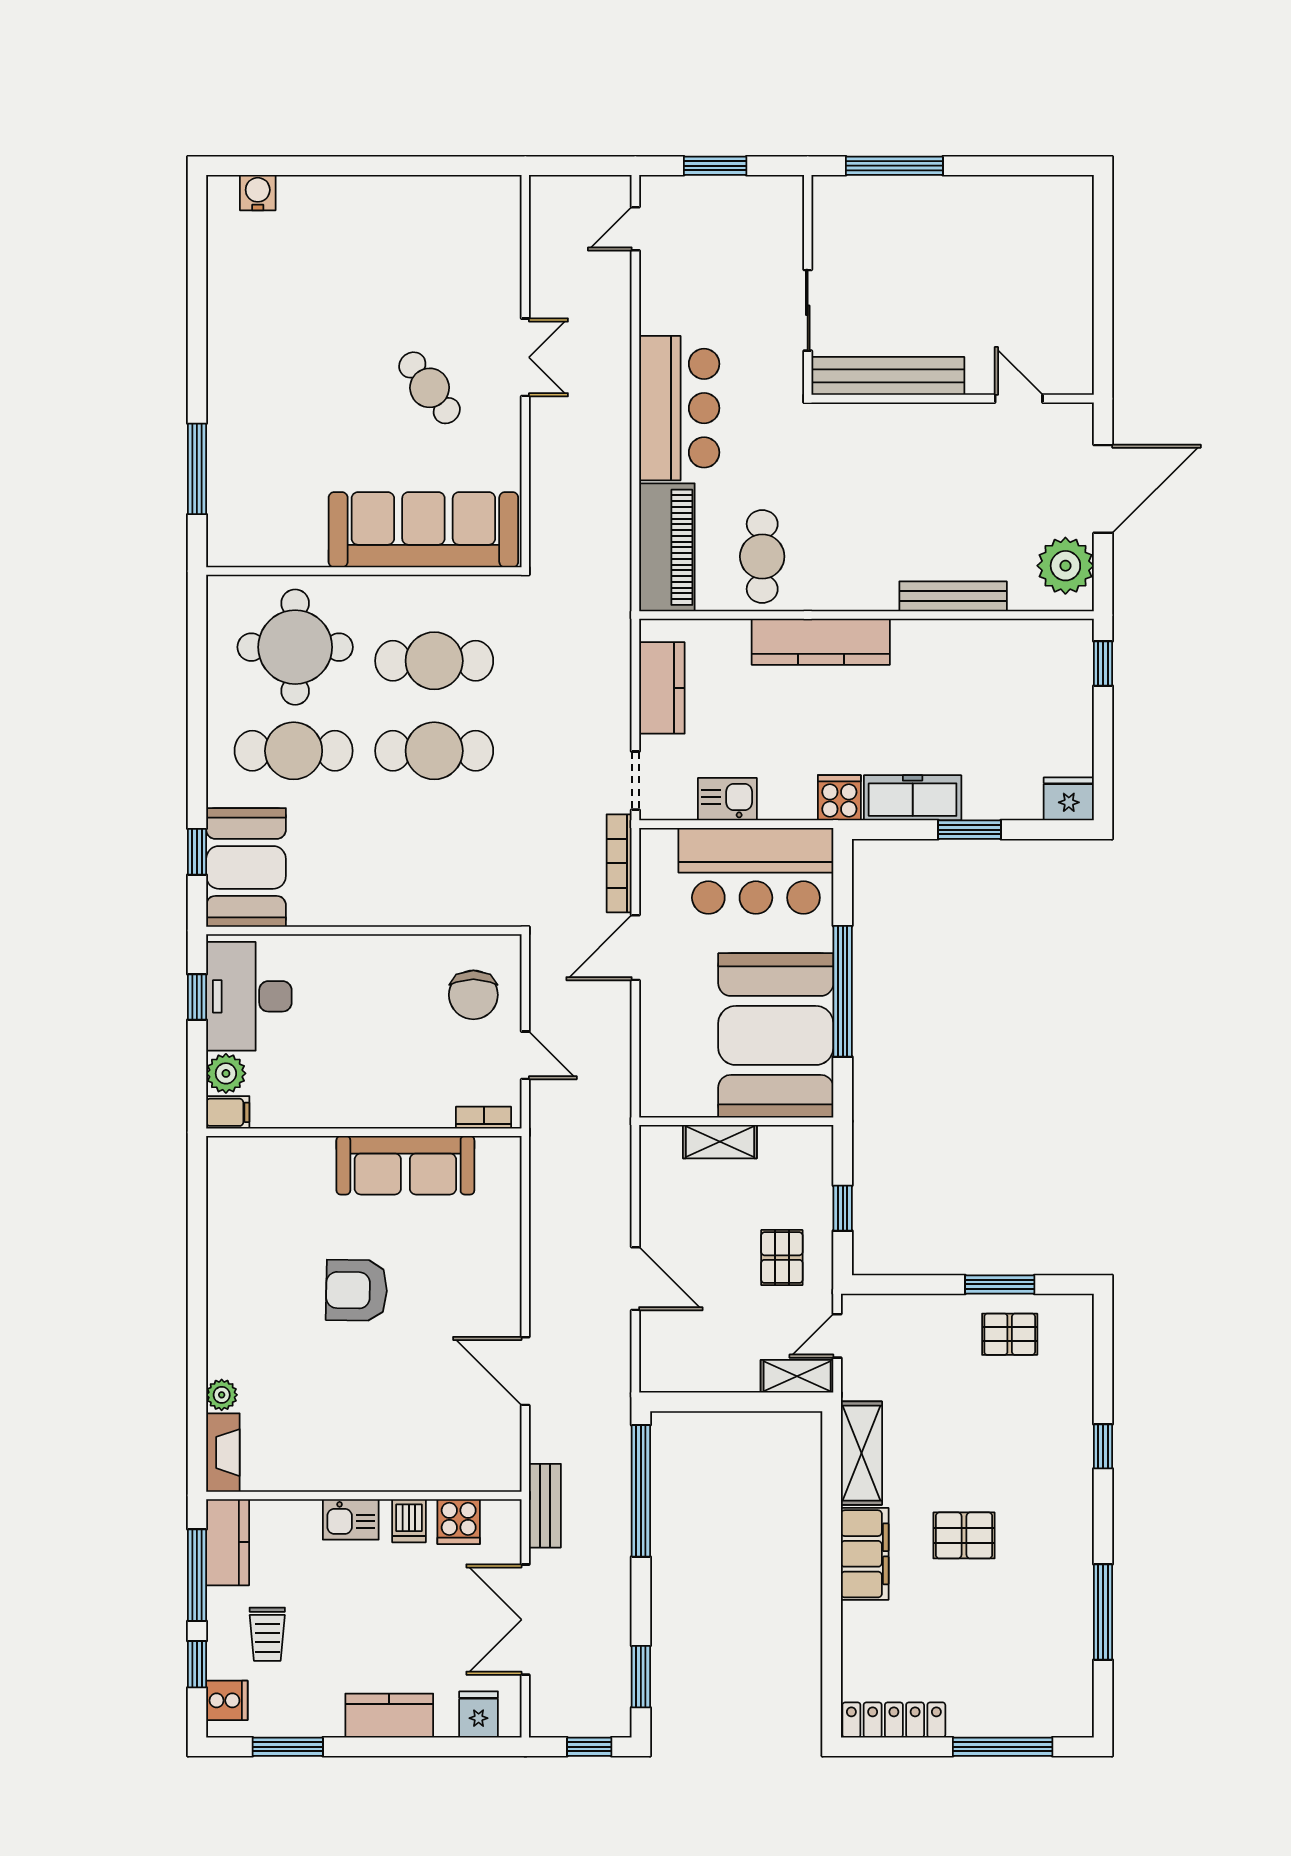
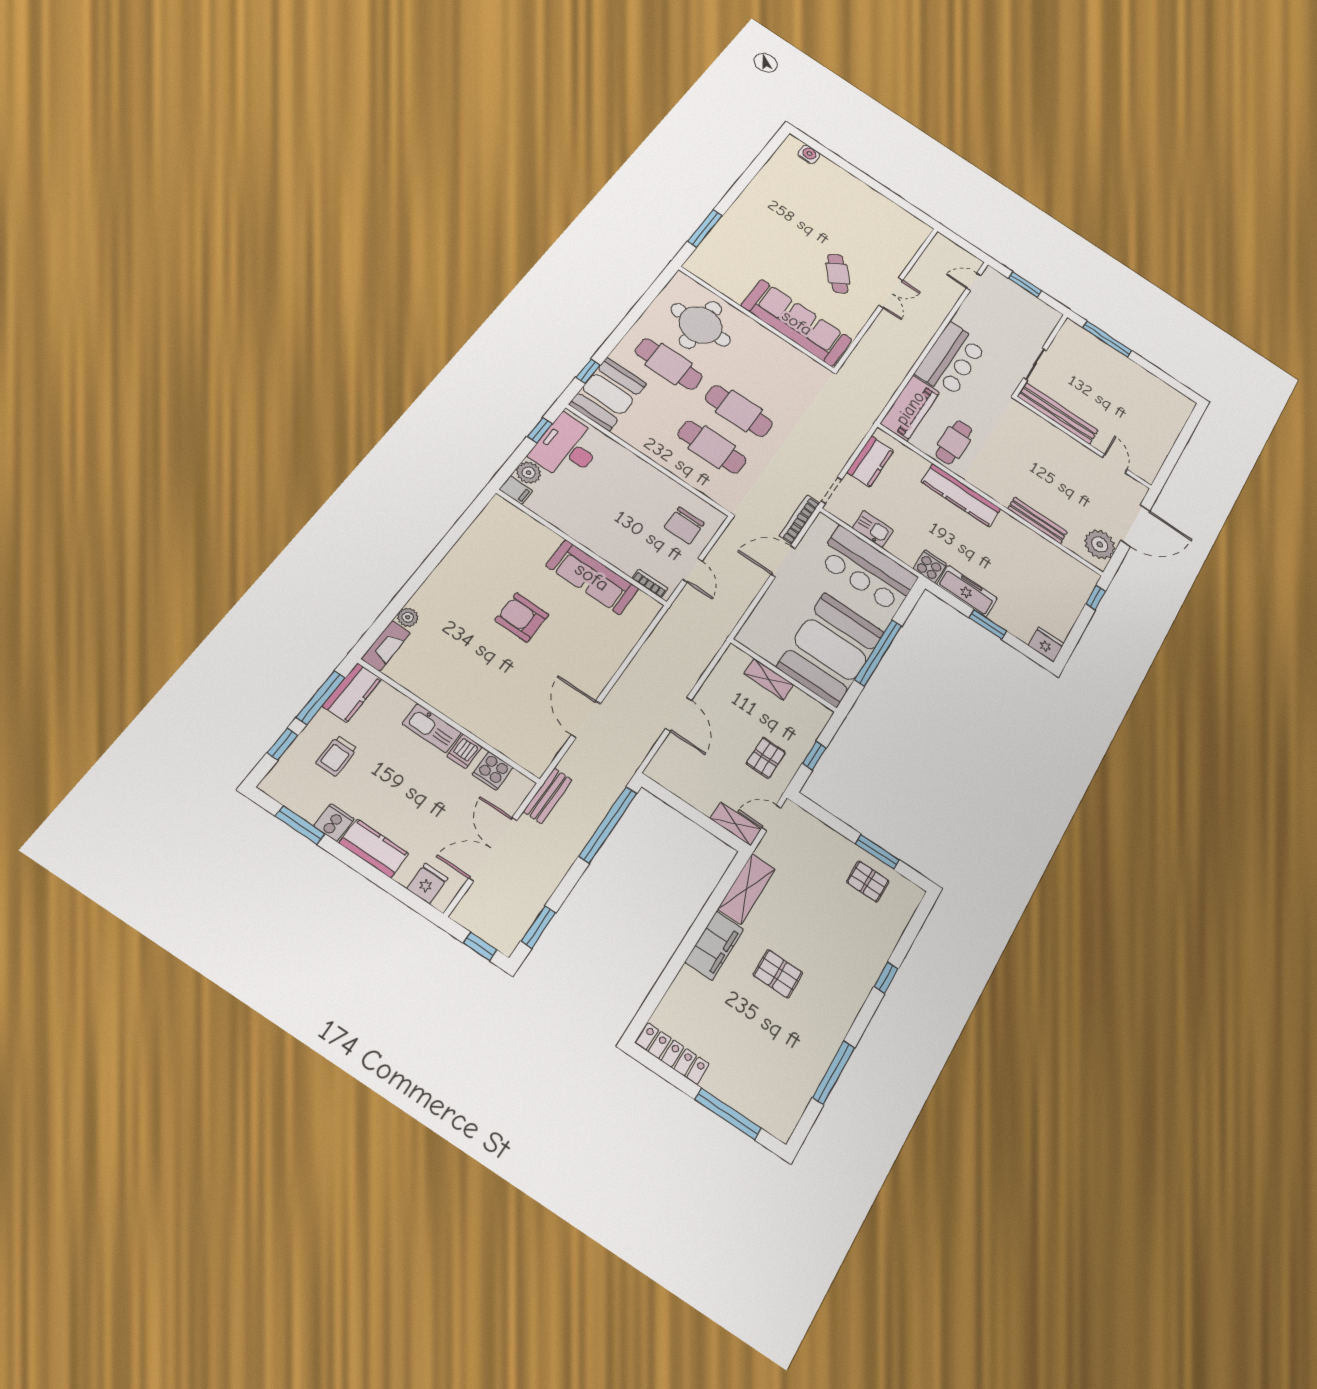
cafe table: (434, 661) -> (712, 447), moved
kitchen sink: (351, 1519) -> (432, 728), width x1.38
cooker: (227, 1700) -> (334, 822), moved, turned -90

